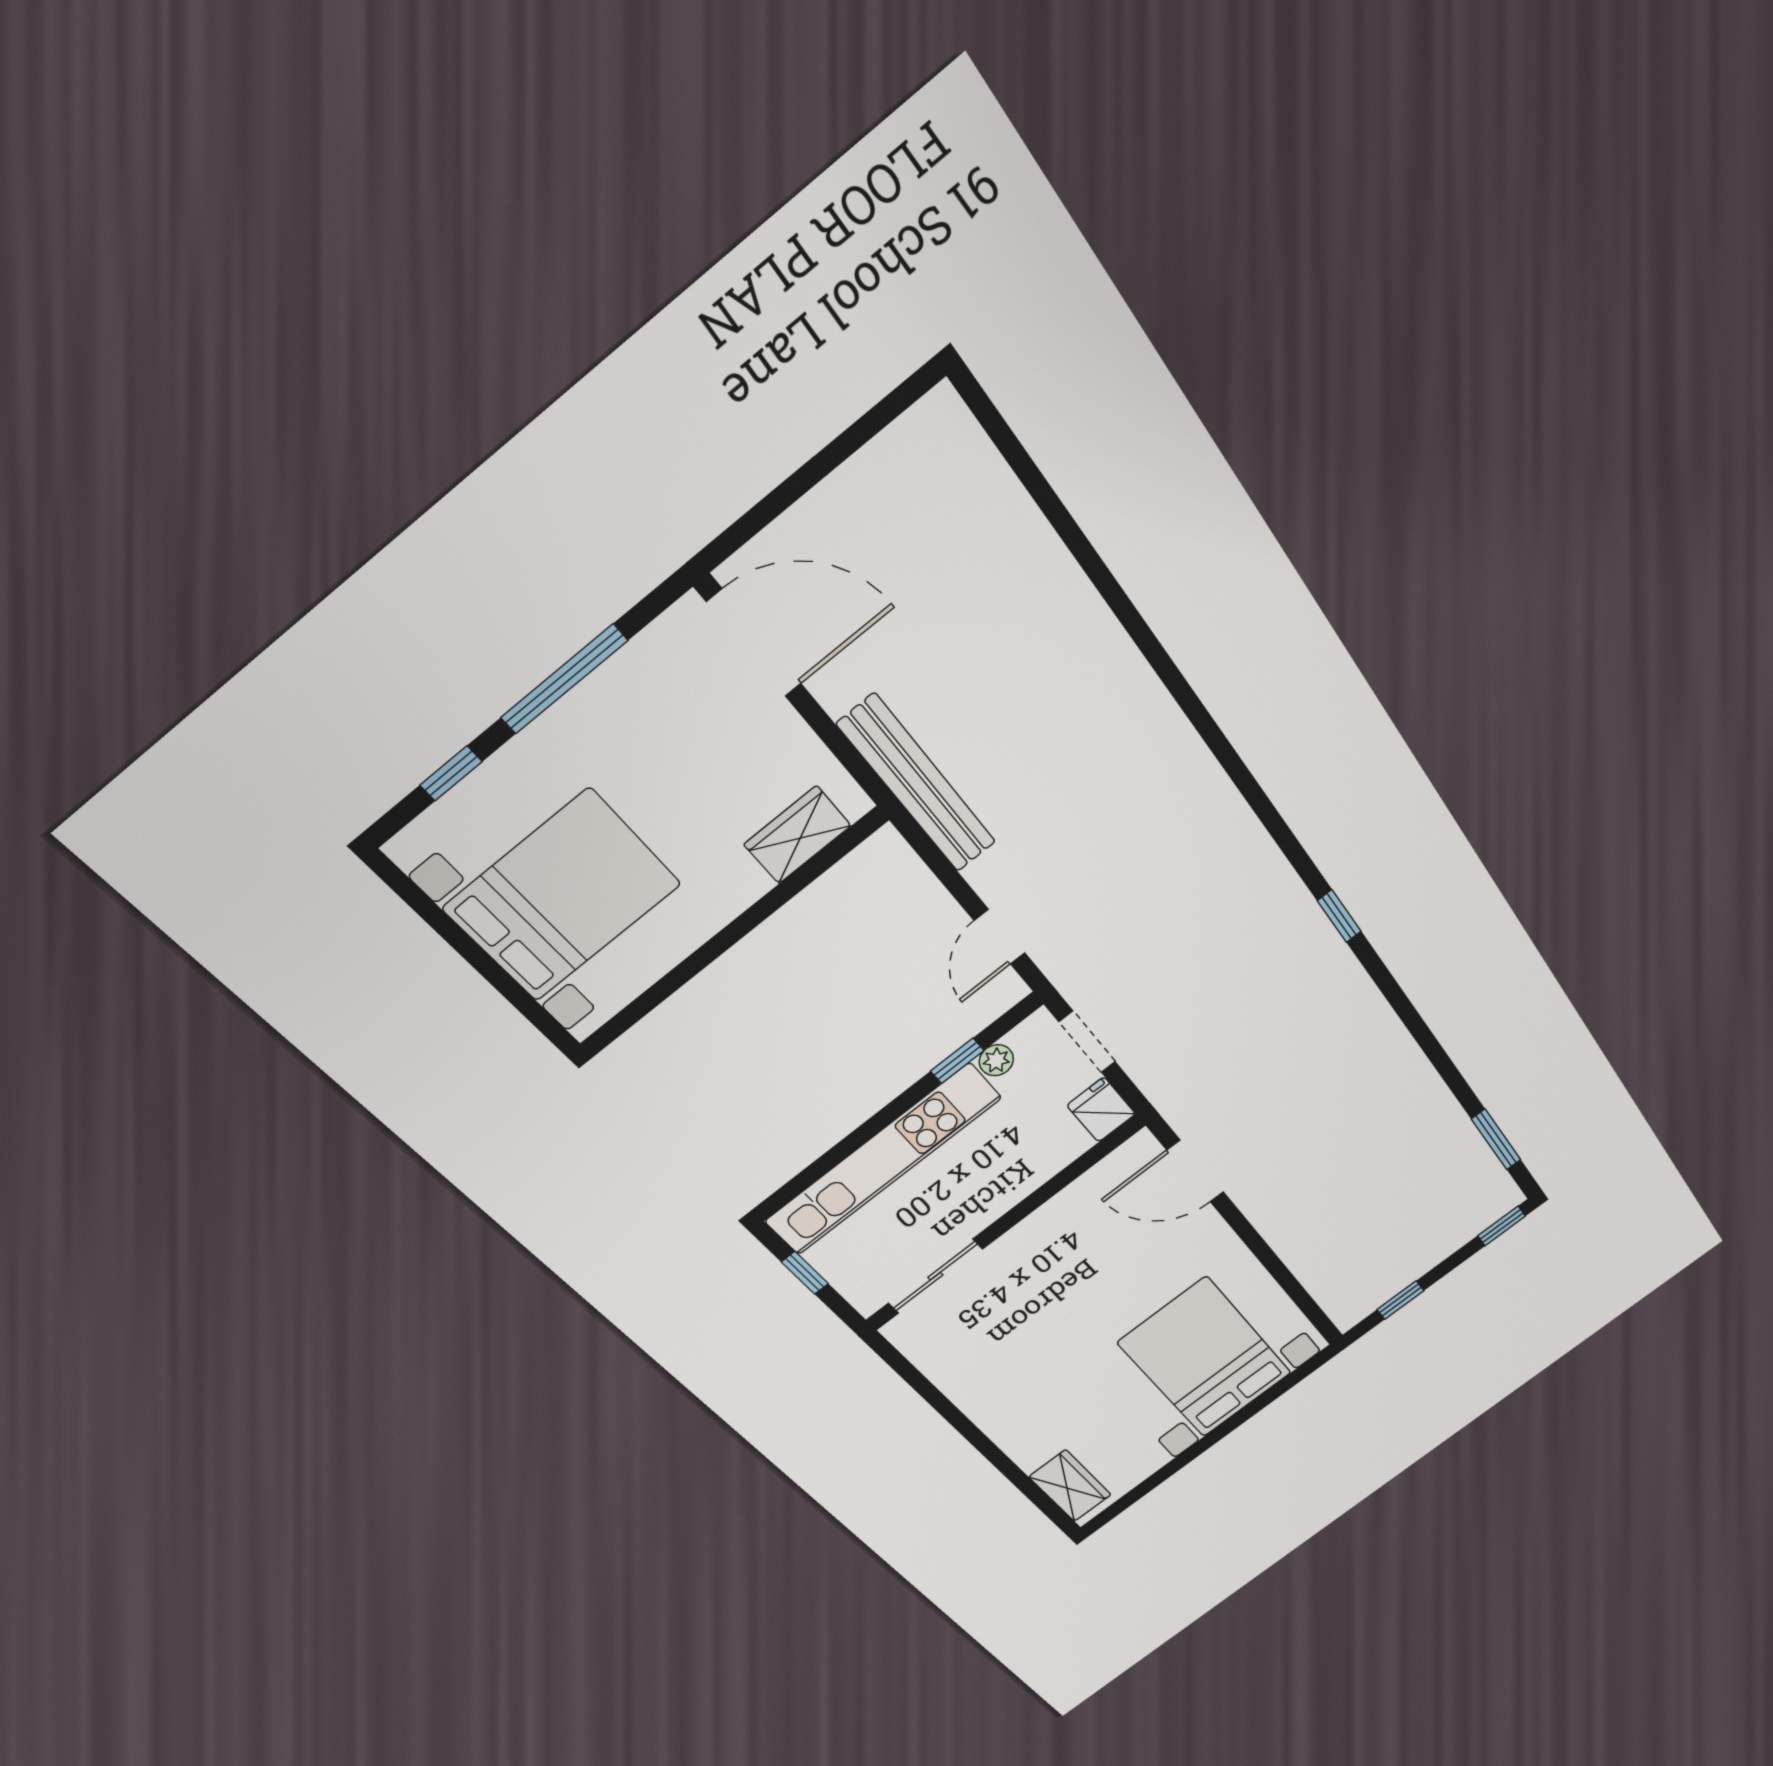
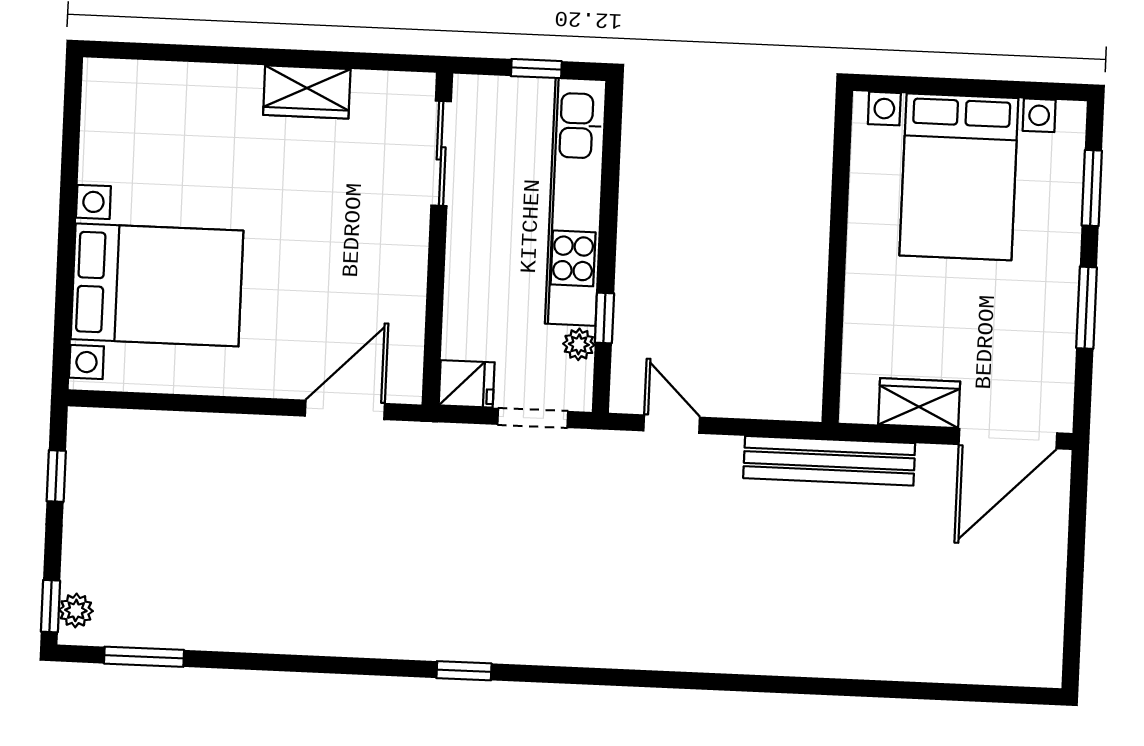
window: (564, 679) -> (1087, 308), width x0.69
window: (451, 773) -> (1092, 188), width x1.50
wardrobe: (798, 835) -> (919, 403), moved, turned -90
plant: (1493, 1209) -> (76, 610), added
wardrobe: (1070, 1486) -> (307, 92), moved

